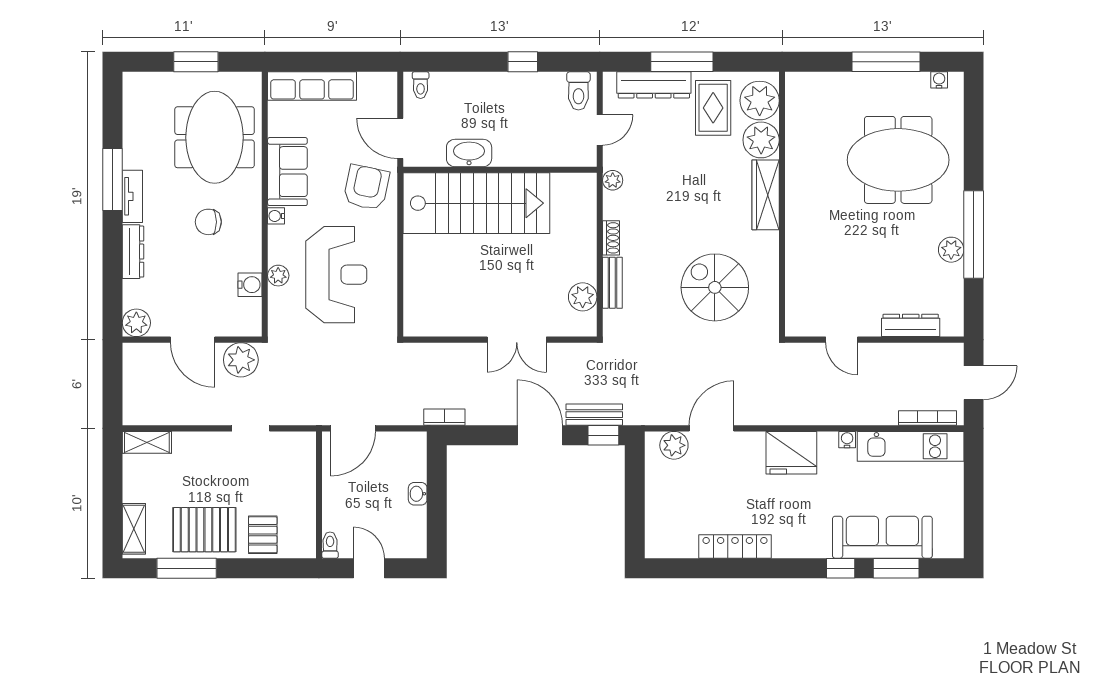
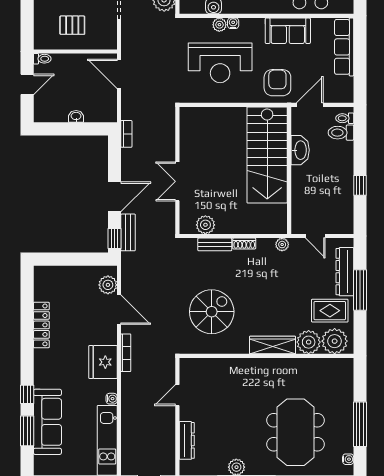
toilet: (578, 91) -> (341, 133), moved
armchair: (366, 187) -> (277, 83), turned -102
water cooler: (276, 216) -> (233, 23), moved
bookcase: (927, 418) -> (126, 353), moved
pallet: (263, 535) -> (72, 25), moved

